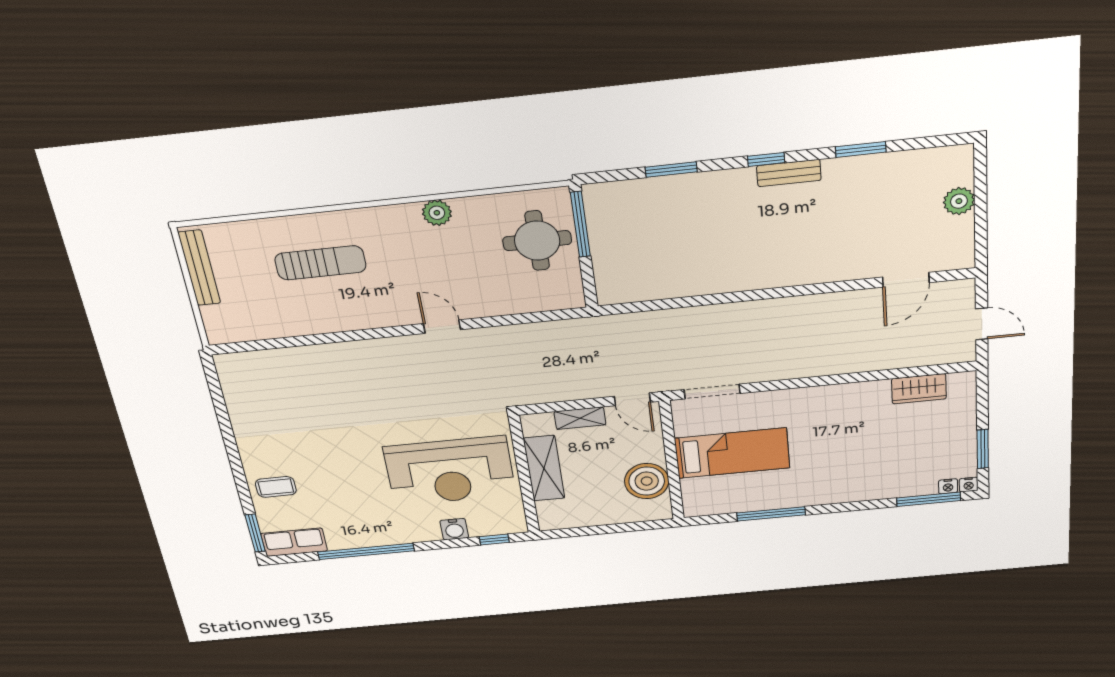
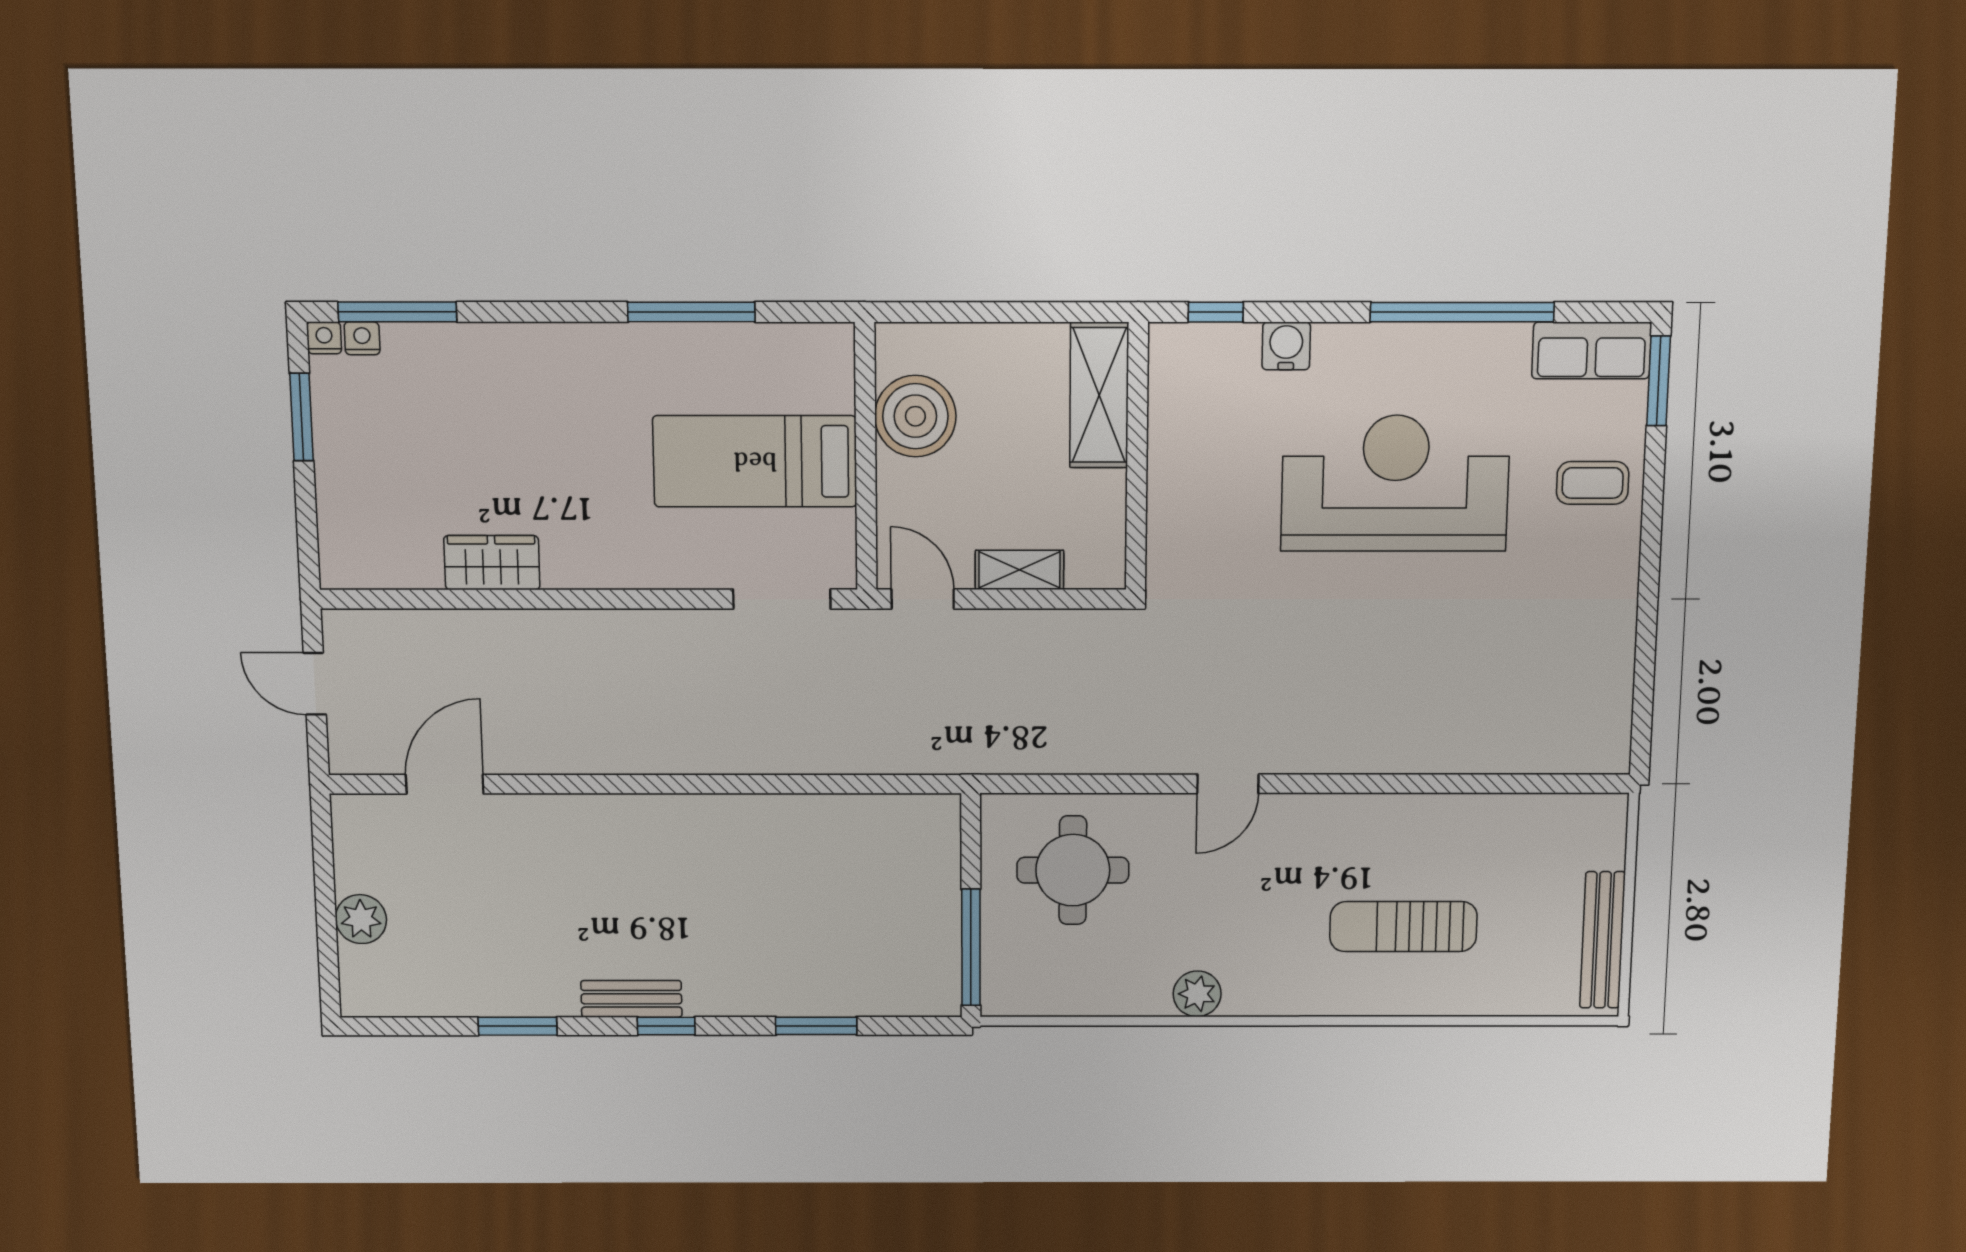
round table: (537, 241) -> (1073, 870), moved
door: (442, 327) -> (1228, 784), hinge flipped
wardrobe: (919, 389) -> (492, 563), moved
shelving: (544, 468) -> (1099, 395), moved
reception desk: (450, 471) -> (1395, 483), moved

